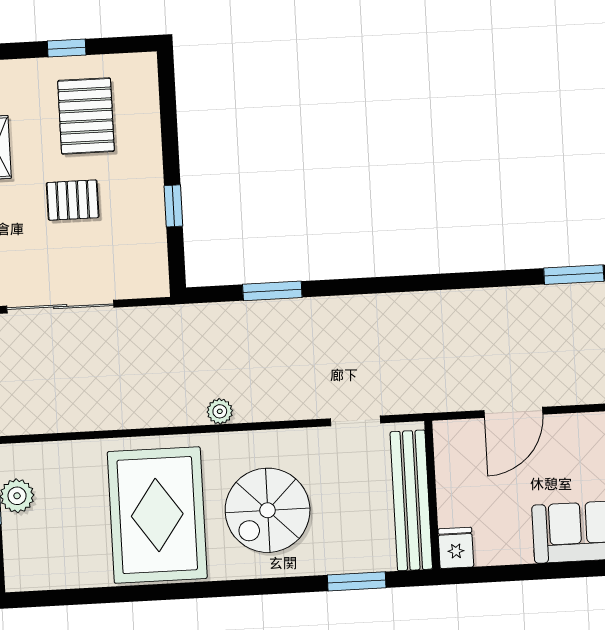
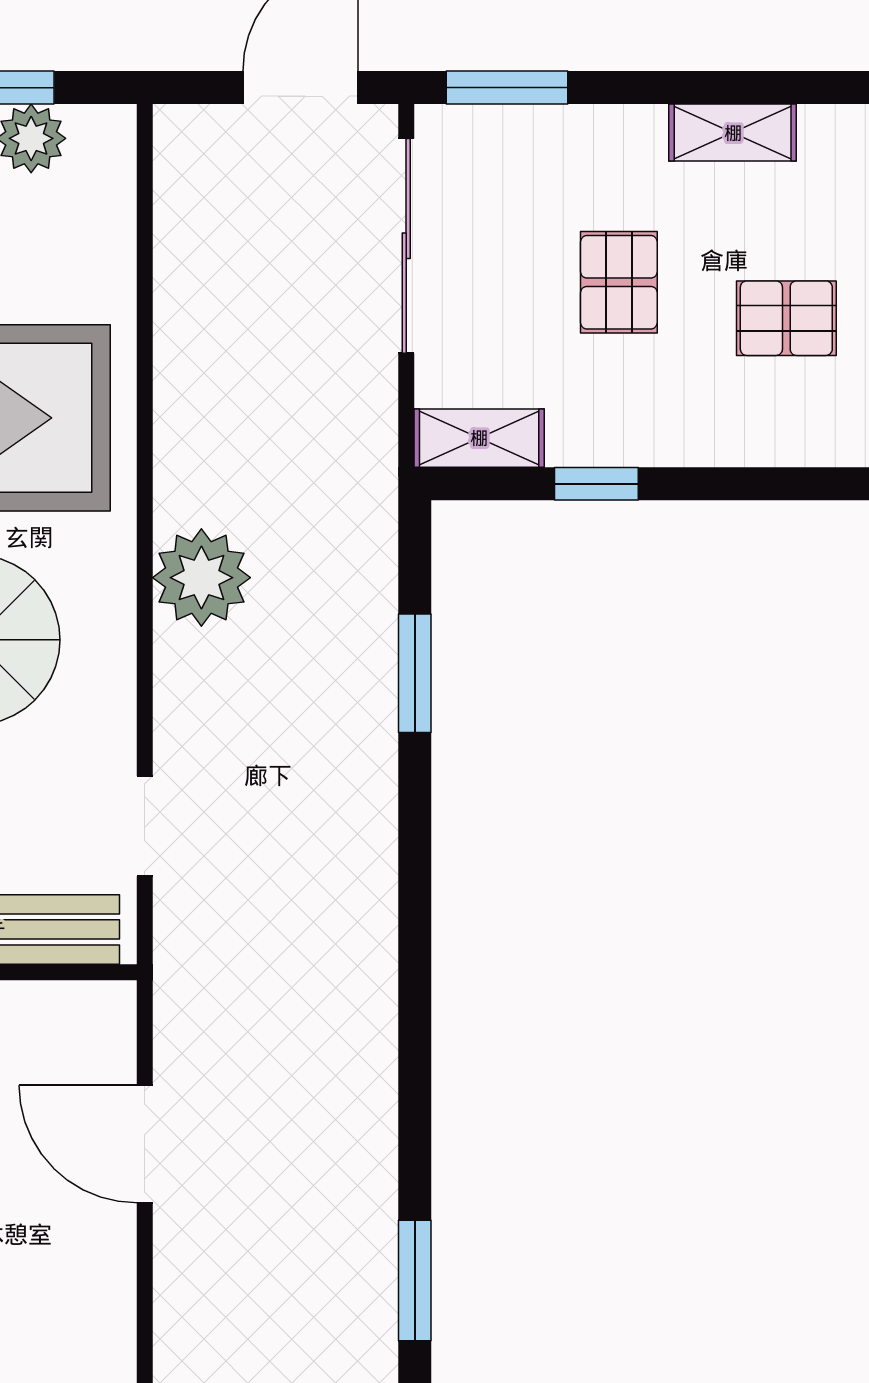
pallet: (86, 116) -> (786, 318), width x0.67, depth x0.71
shelving: (154, 265) -> (479, 438), added
plant: (220, 411) -> (201, 578), width x1.87, depth x1.87

